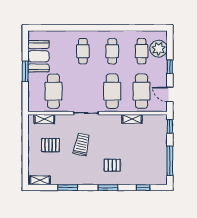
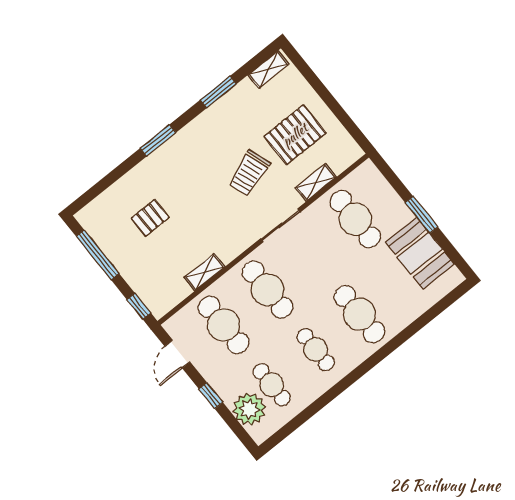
cafe table: (83, 51) -> (360, 314), width x1.37, depth x1.35
door: (170, 94) -> (177, 354), swing flipped
shelving: (44, 119) -> (316, 182), moved
trolley: (82, 144) -> (249, 173), turned 59
pallet: (50, 145) -> (295, 135), width x1.50, depth x1.42
pallet: (112, 165) -> (150, 218), moved
window: (143, 188) -> (105, 183), removed

